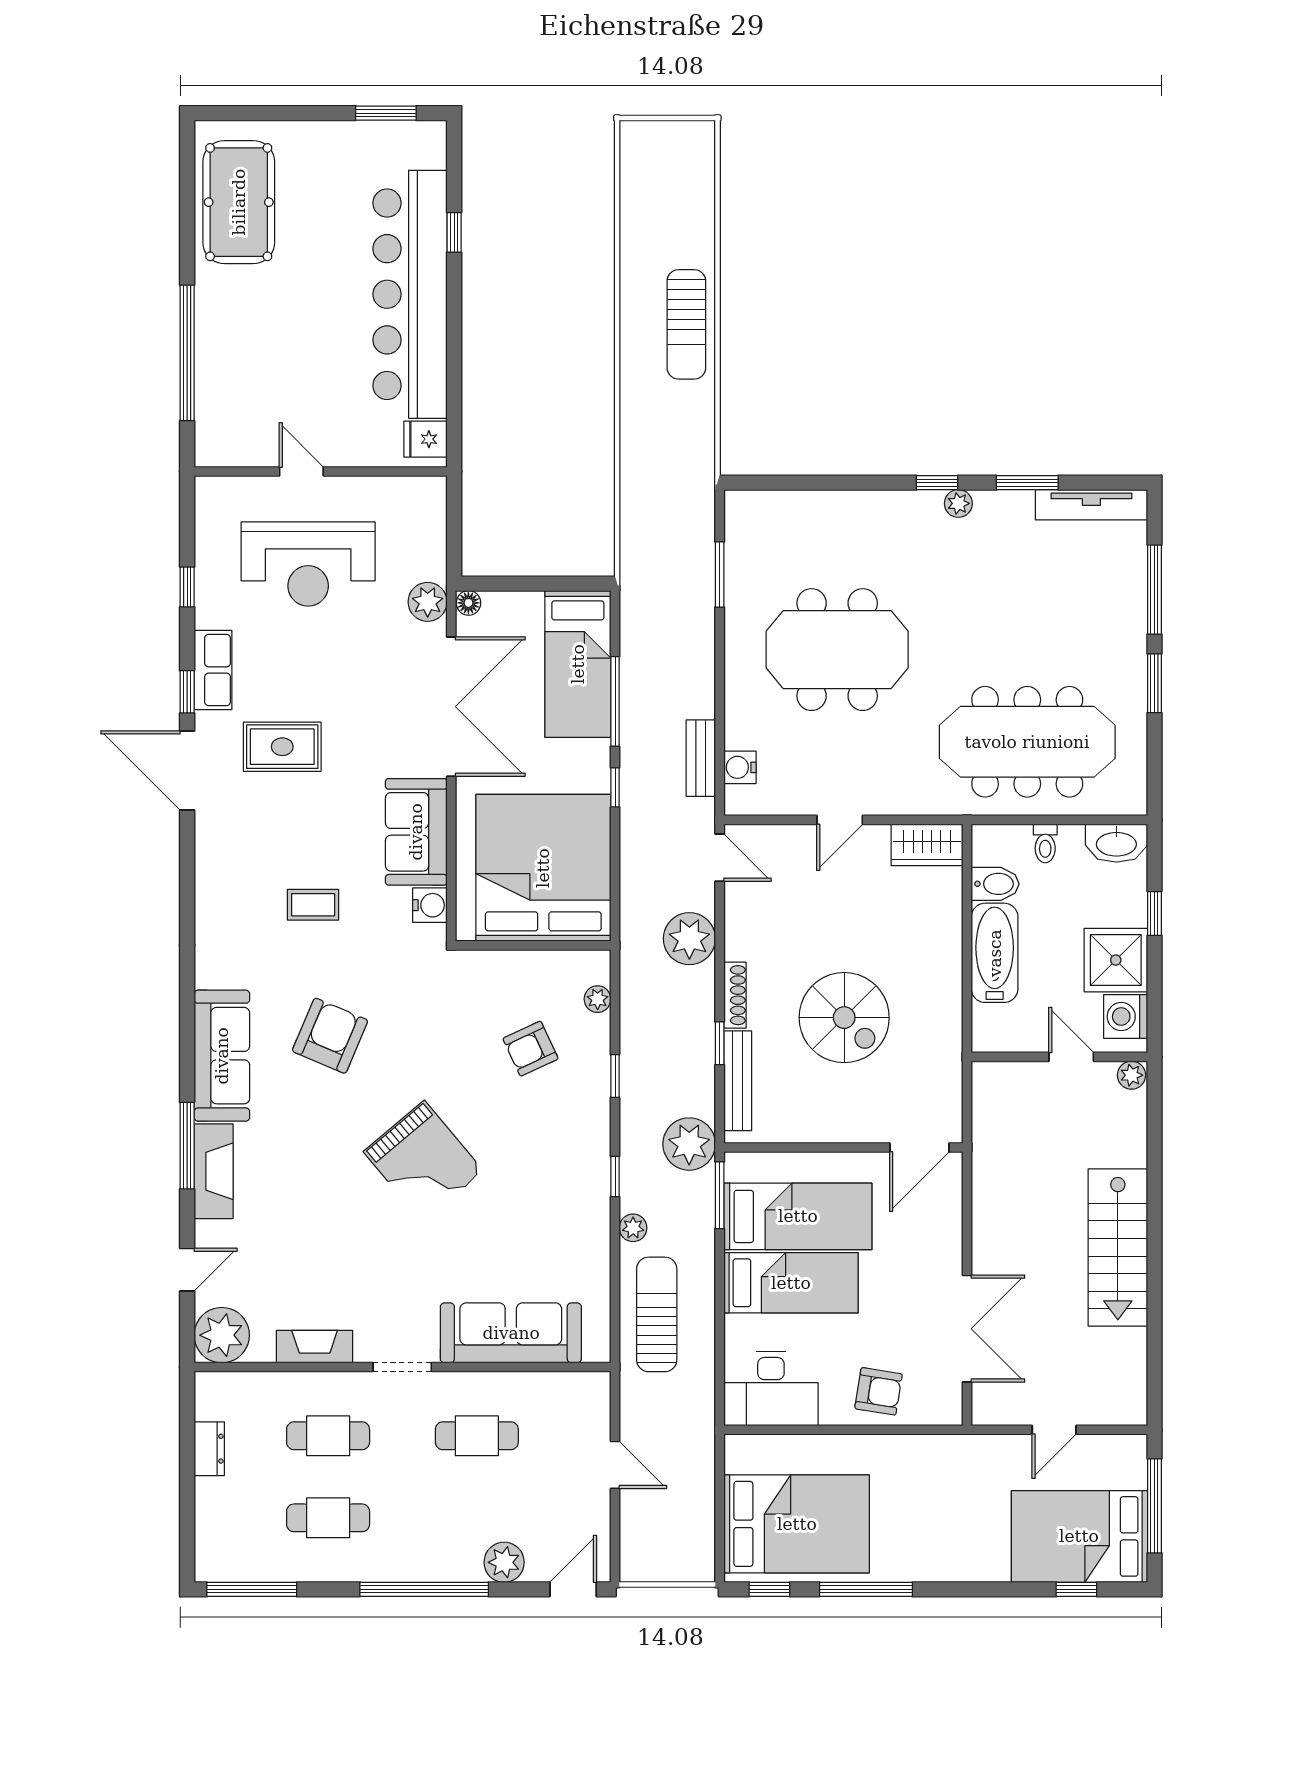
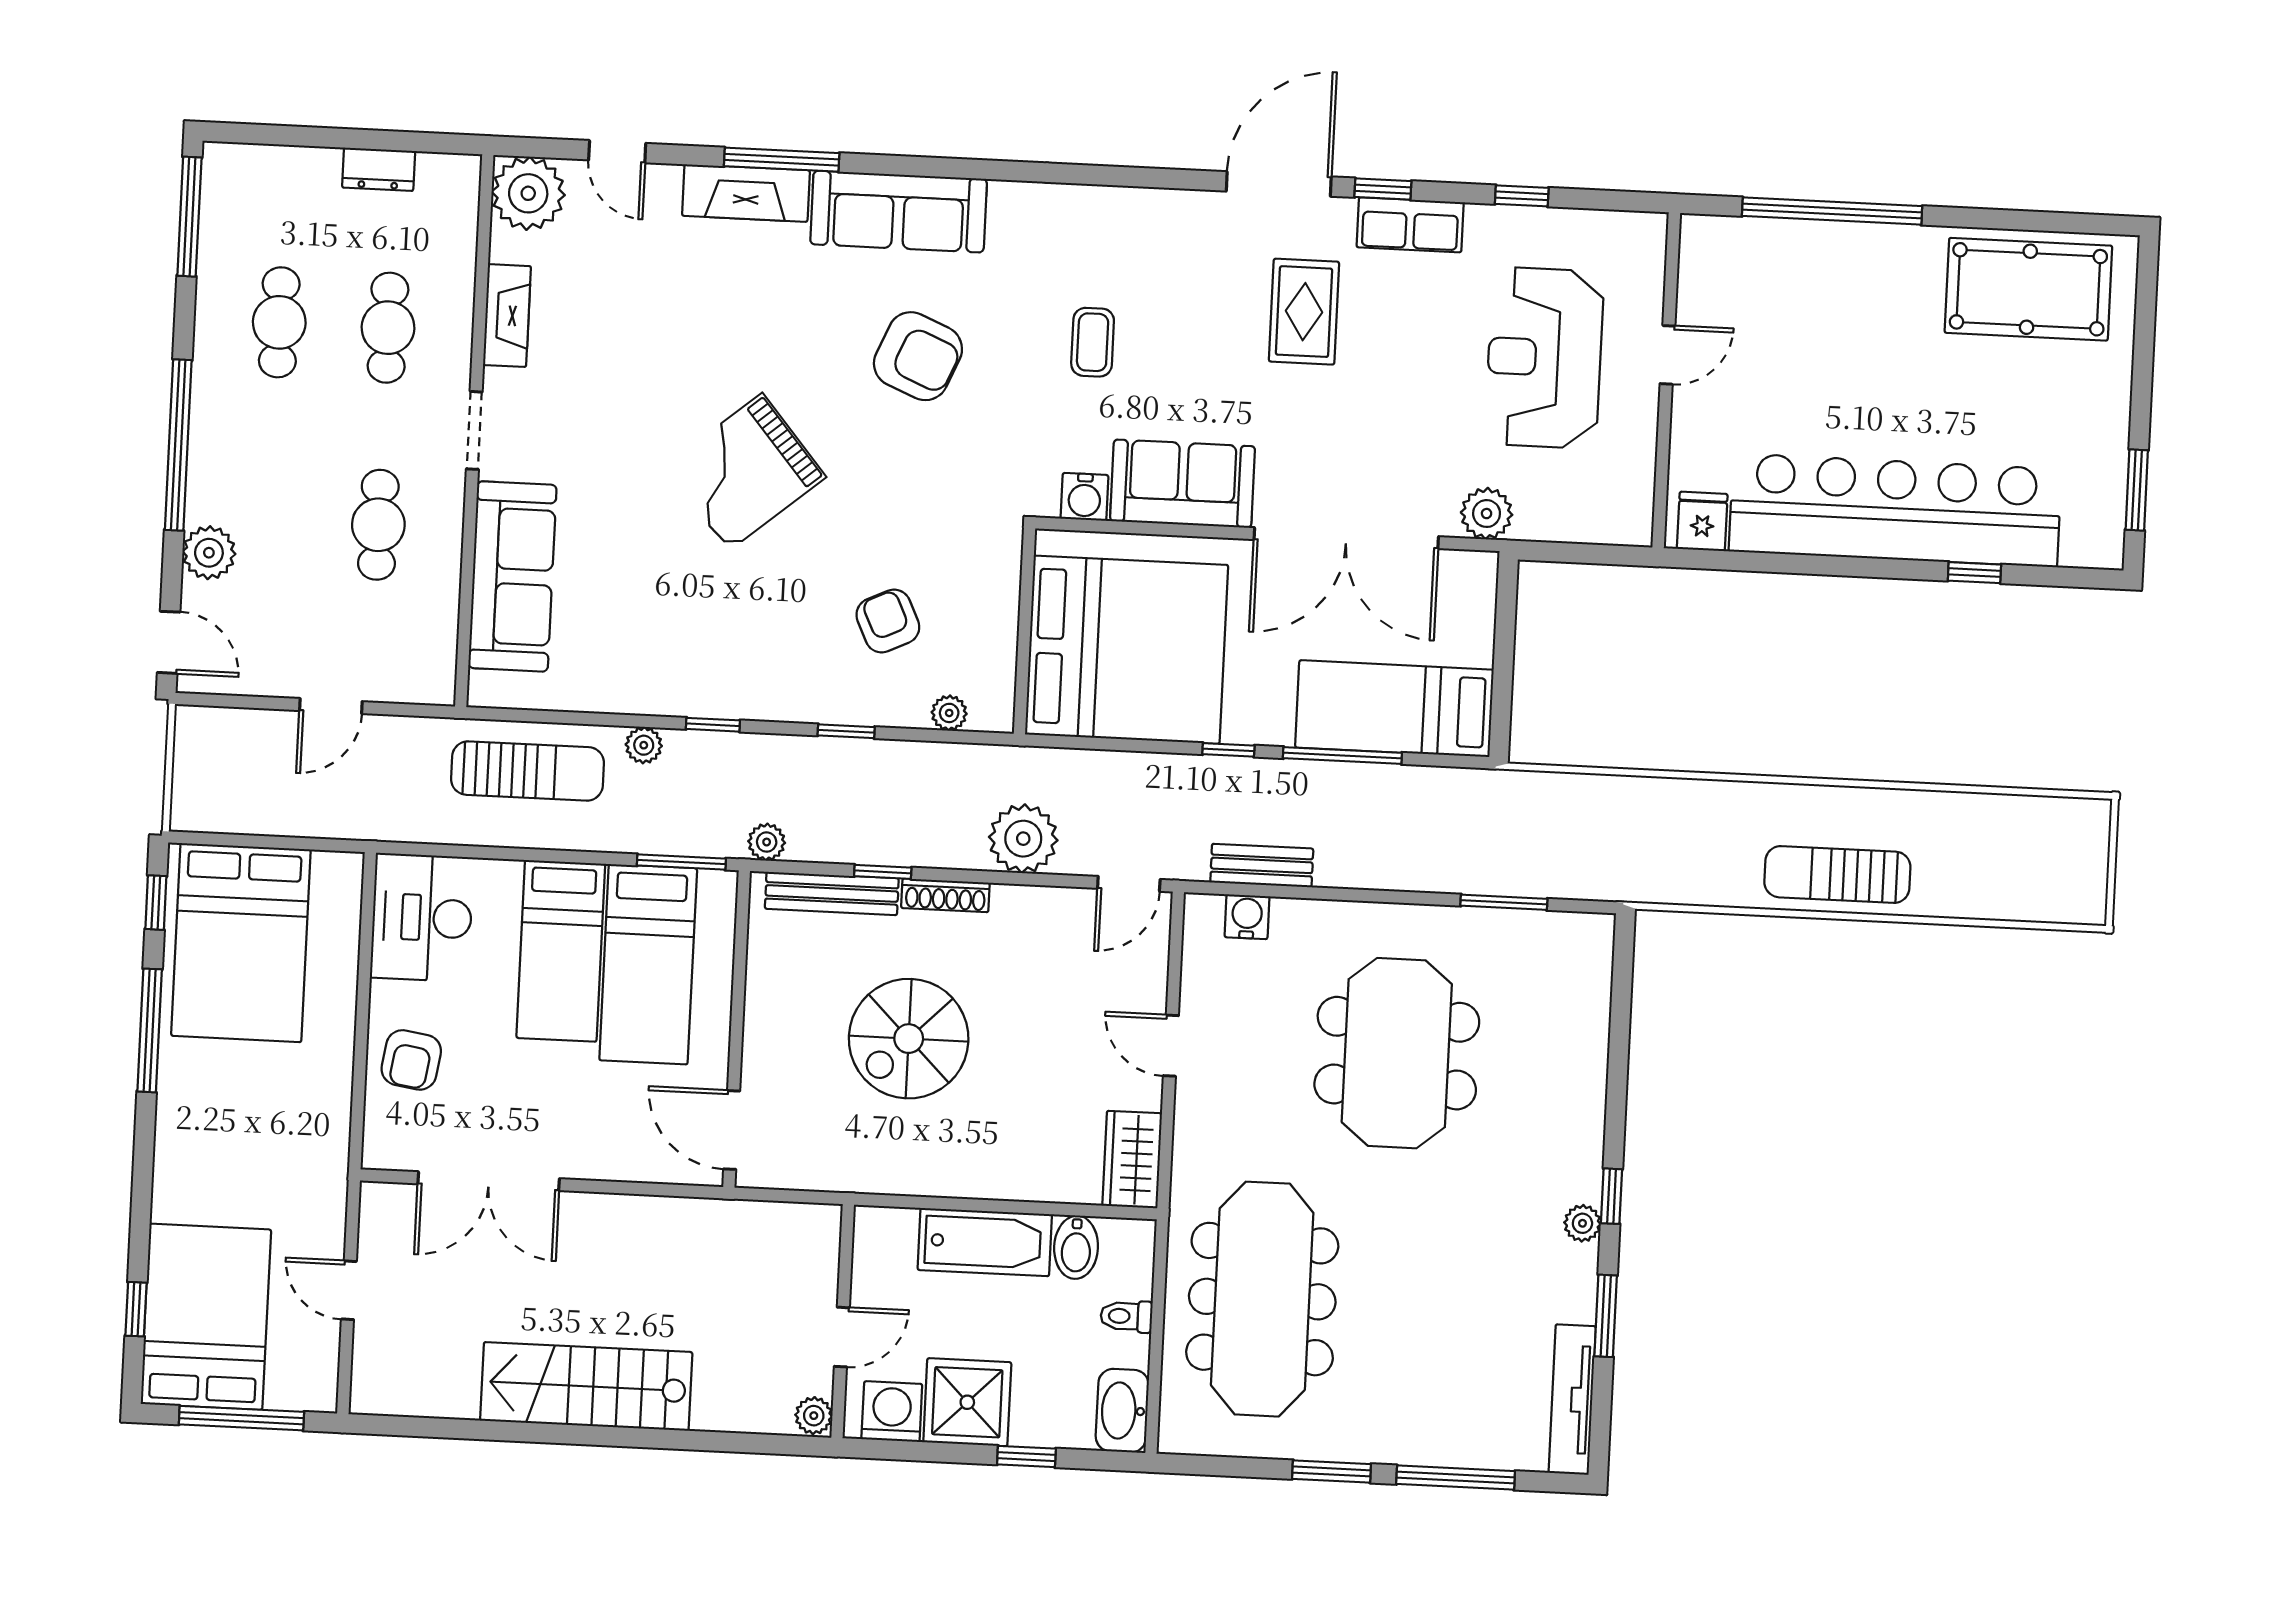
floor lamp: (468, 603) -> (1482, 568), removed
plant: (689, 1144) -> (767, 842), width x0.53, depth x0.53

